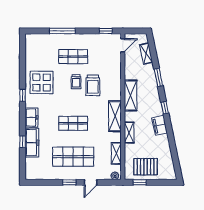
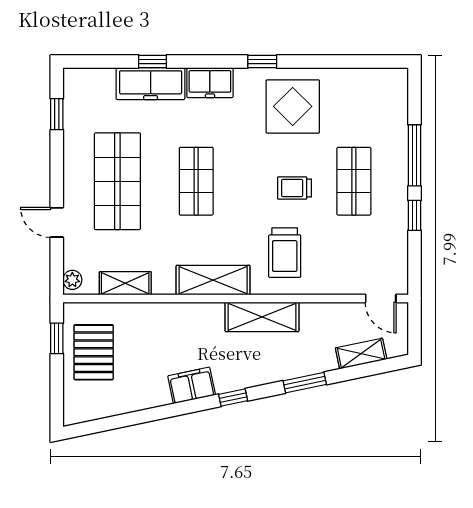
window: (106, 31) -> (415, 215), moved
trolley: (93, 85) -> (285, 253), moved, turned -90
shelving: (129, 133) -> (174, 313), removed
window: (69, 182) -> (57, 114), moved

